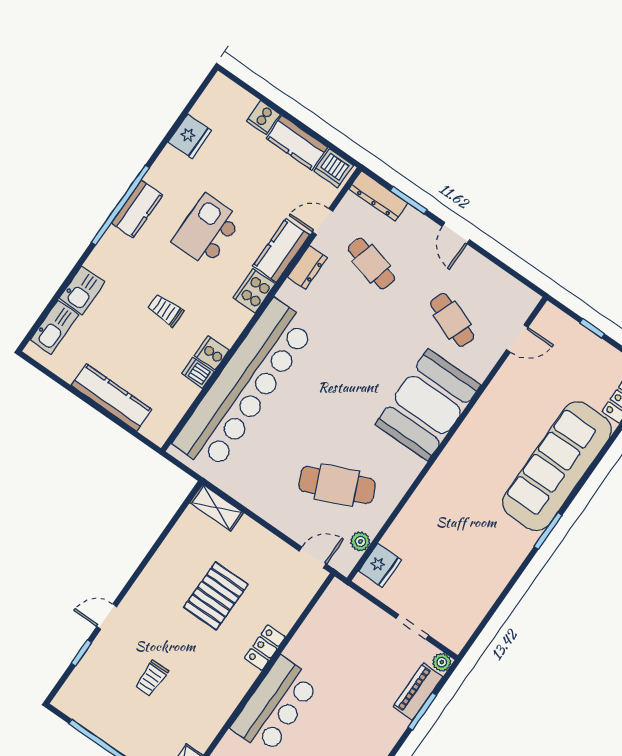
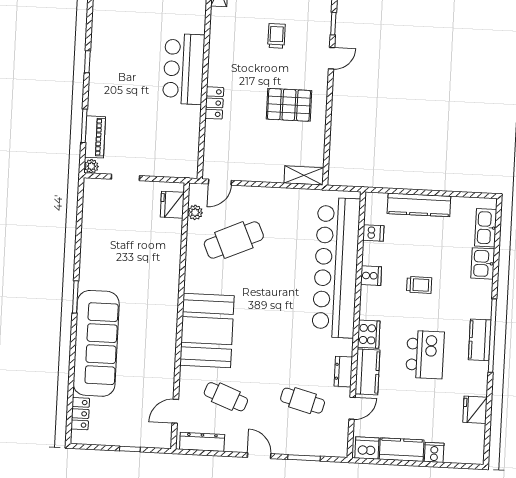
dresser: (378, 196) -> (202, 442), moved
dishwasher: (198, 373) -> (373, 233), moved
pallet: (216, 596) -> (289, 105), moved, turned 90

